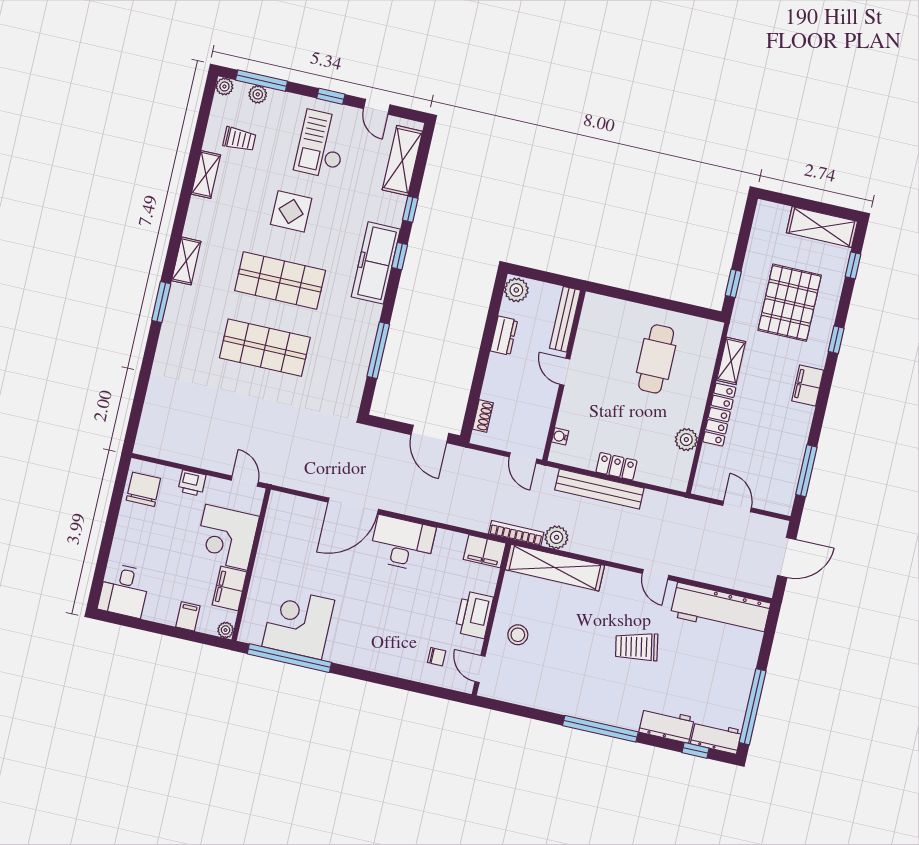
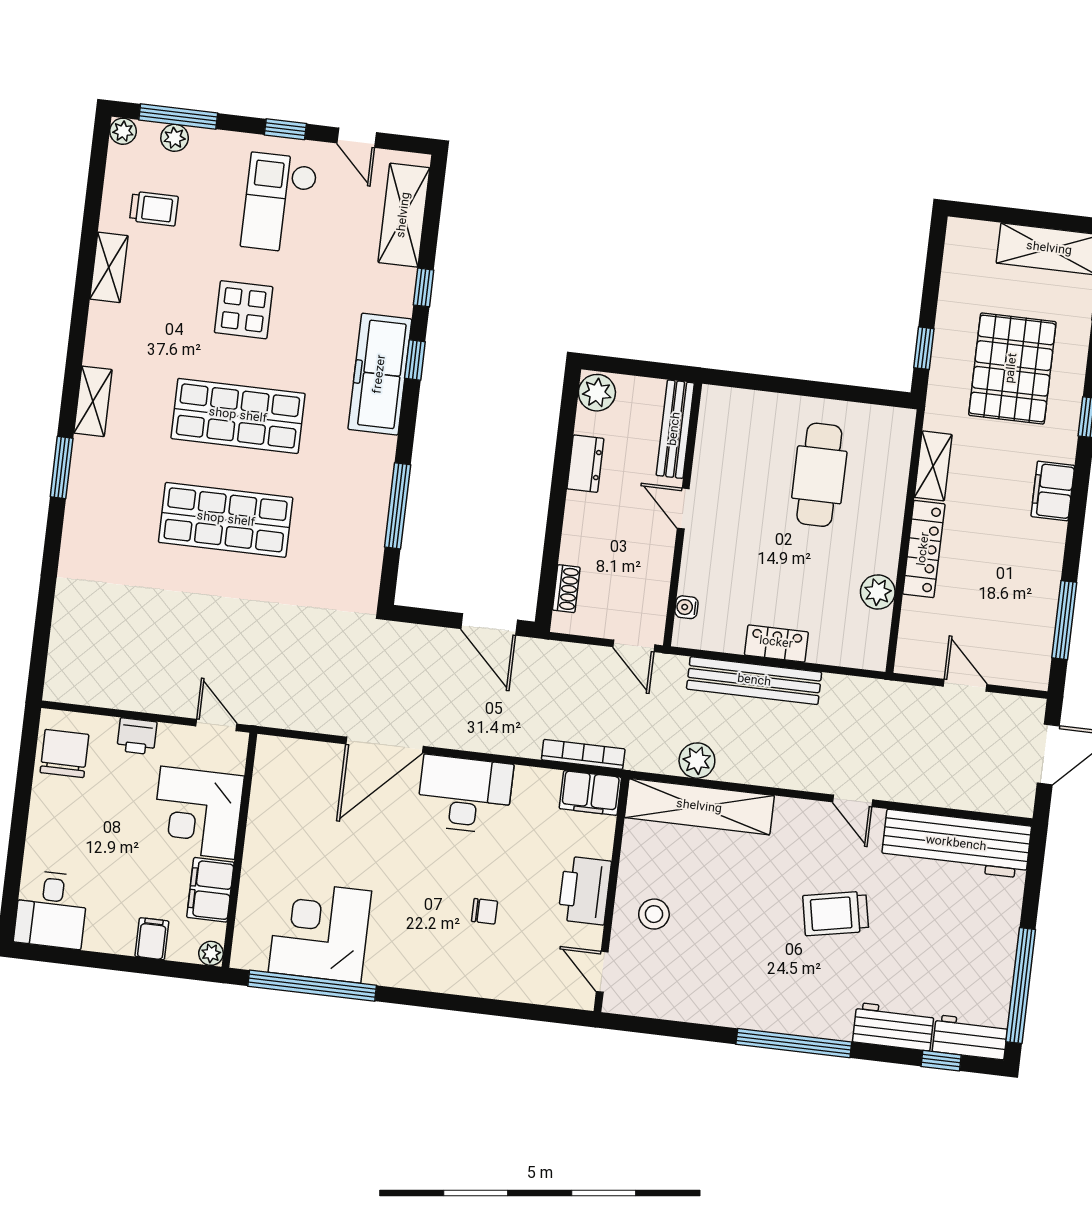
bookcase: (516, 533) -> (583, 754), moved
chair: (437, 657) -> (484, 911), moved

